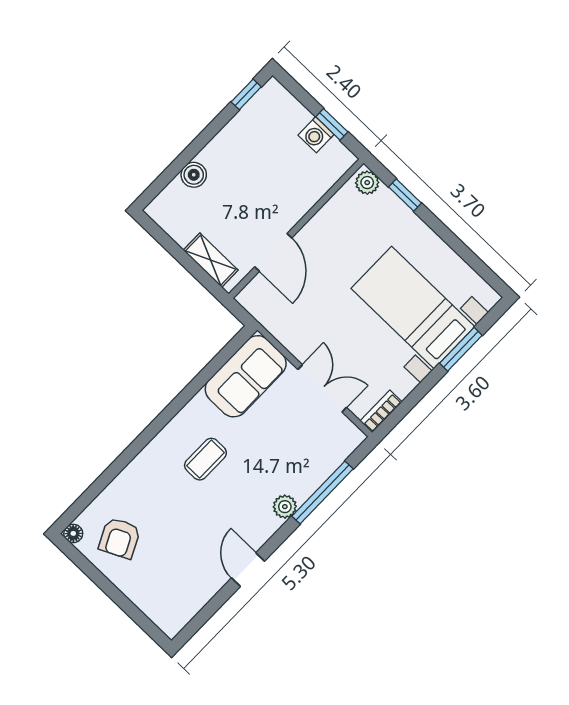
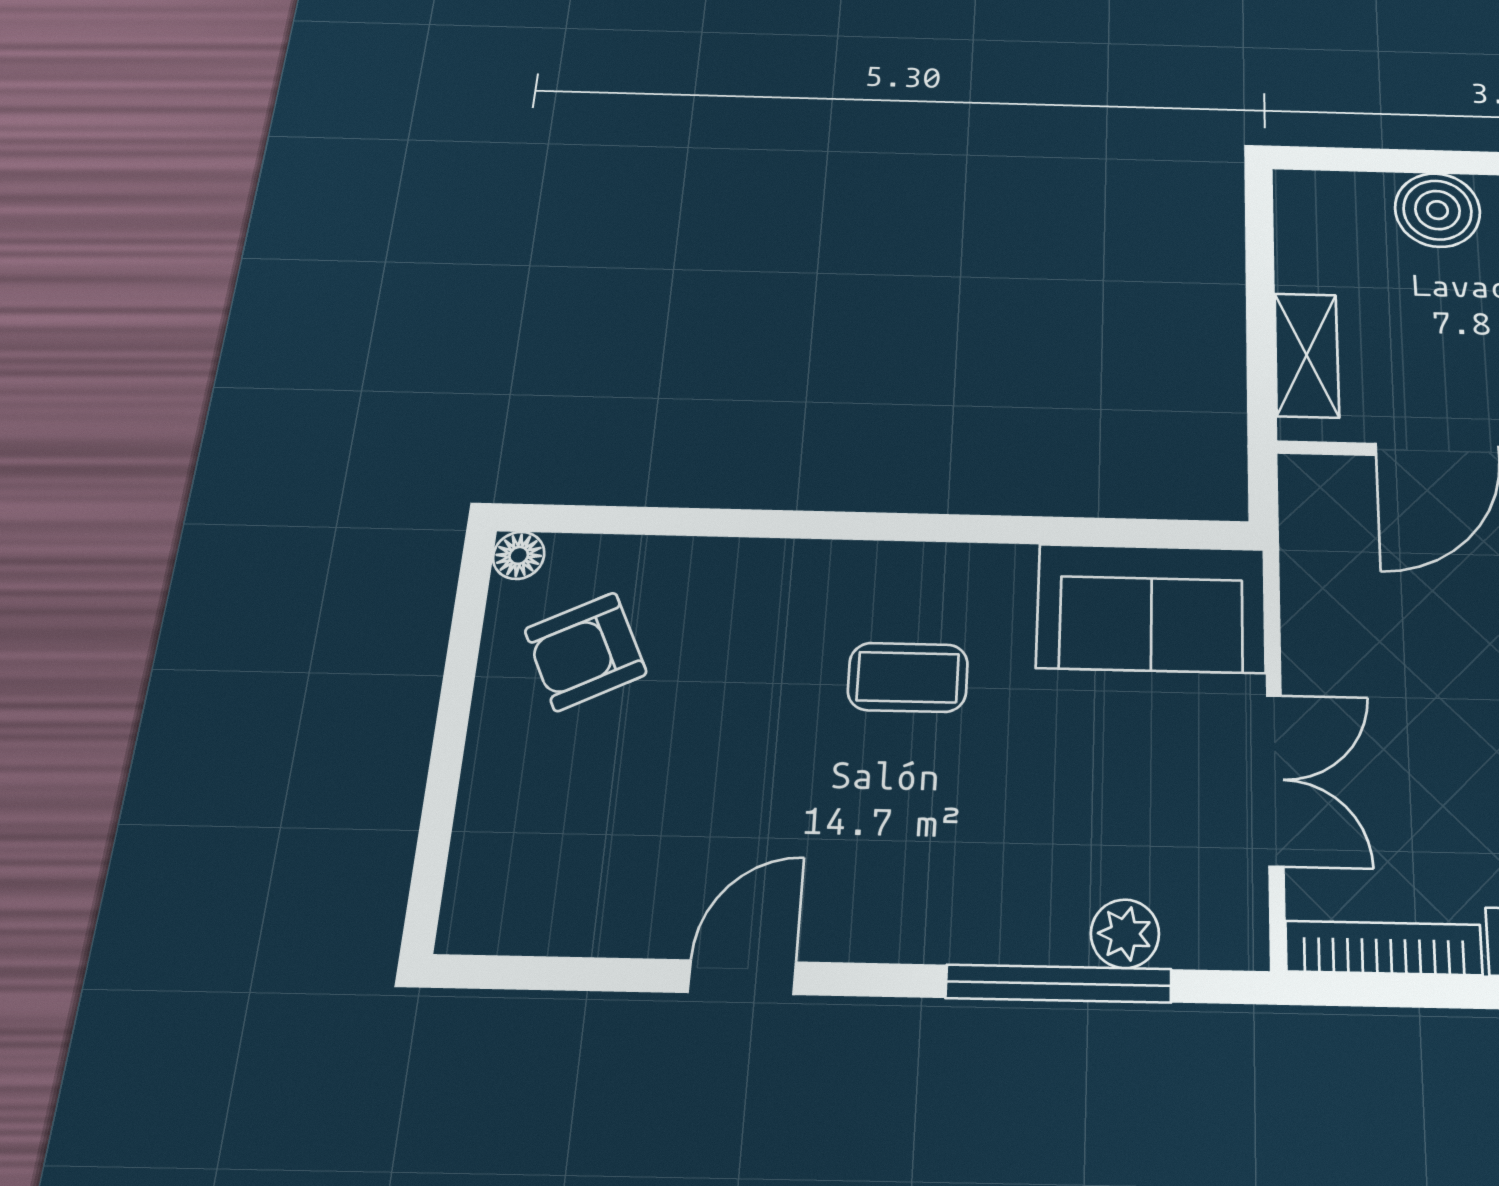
boiler: (194, 175) -> (1437, 210), width x1.36, depth x1.36
bookcase: (381, 411) -> (1384, 948), width x1.56
plant: (285, 507) -> (1125, 934), moved

